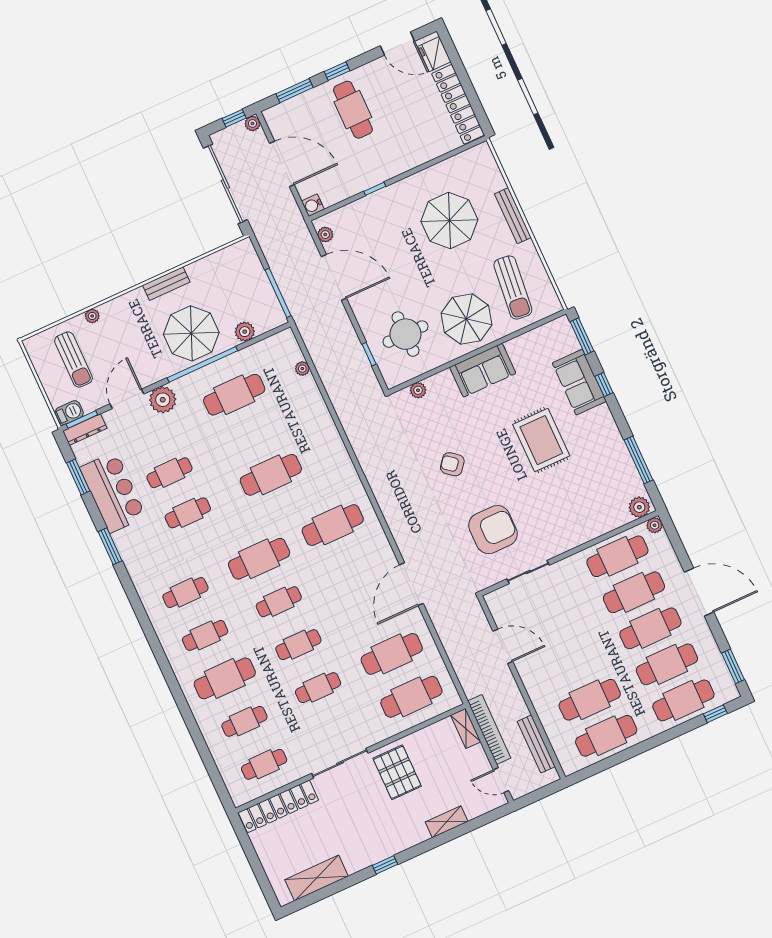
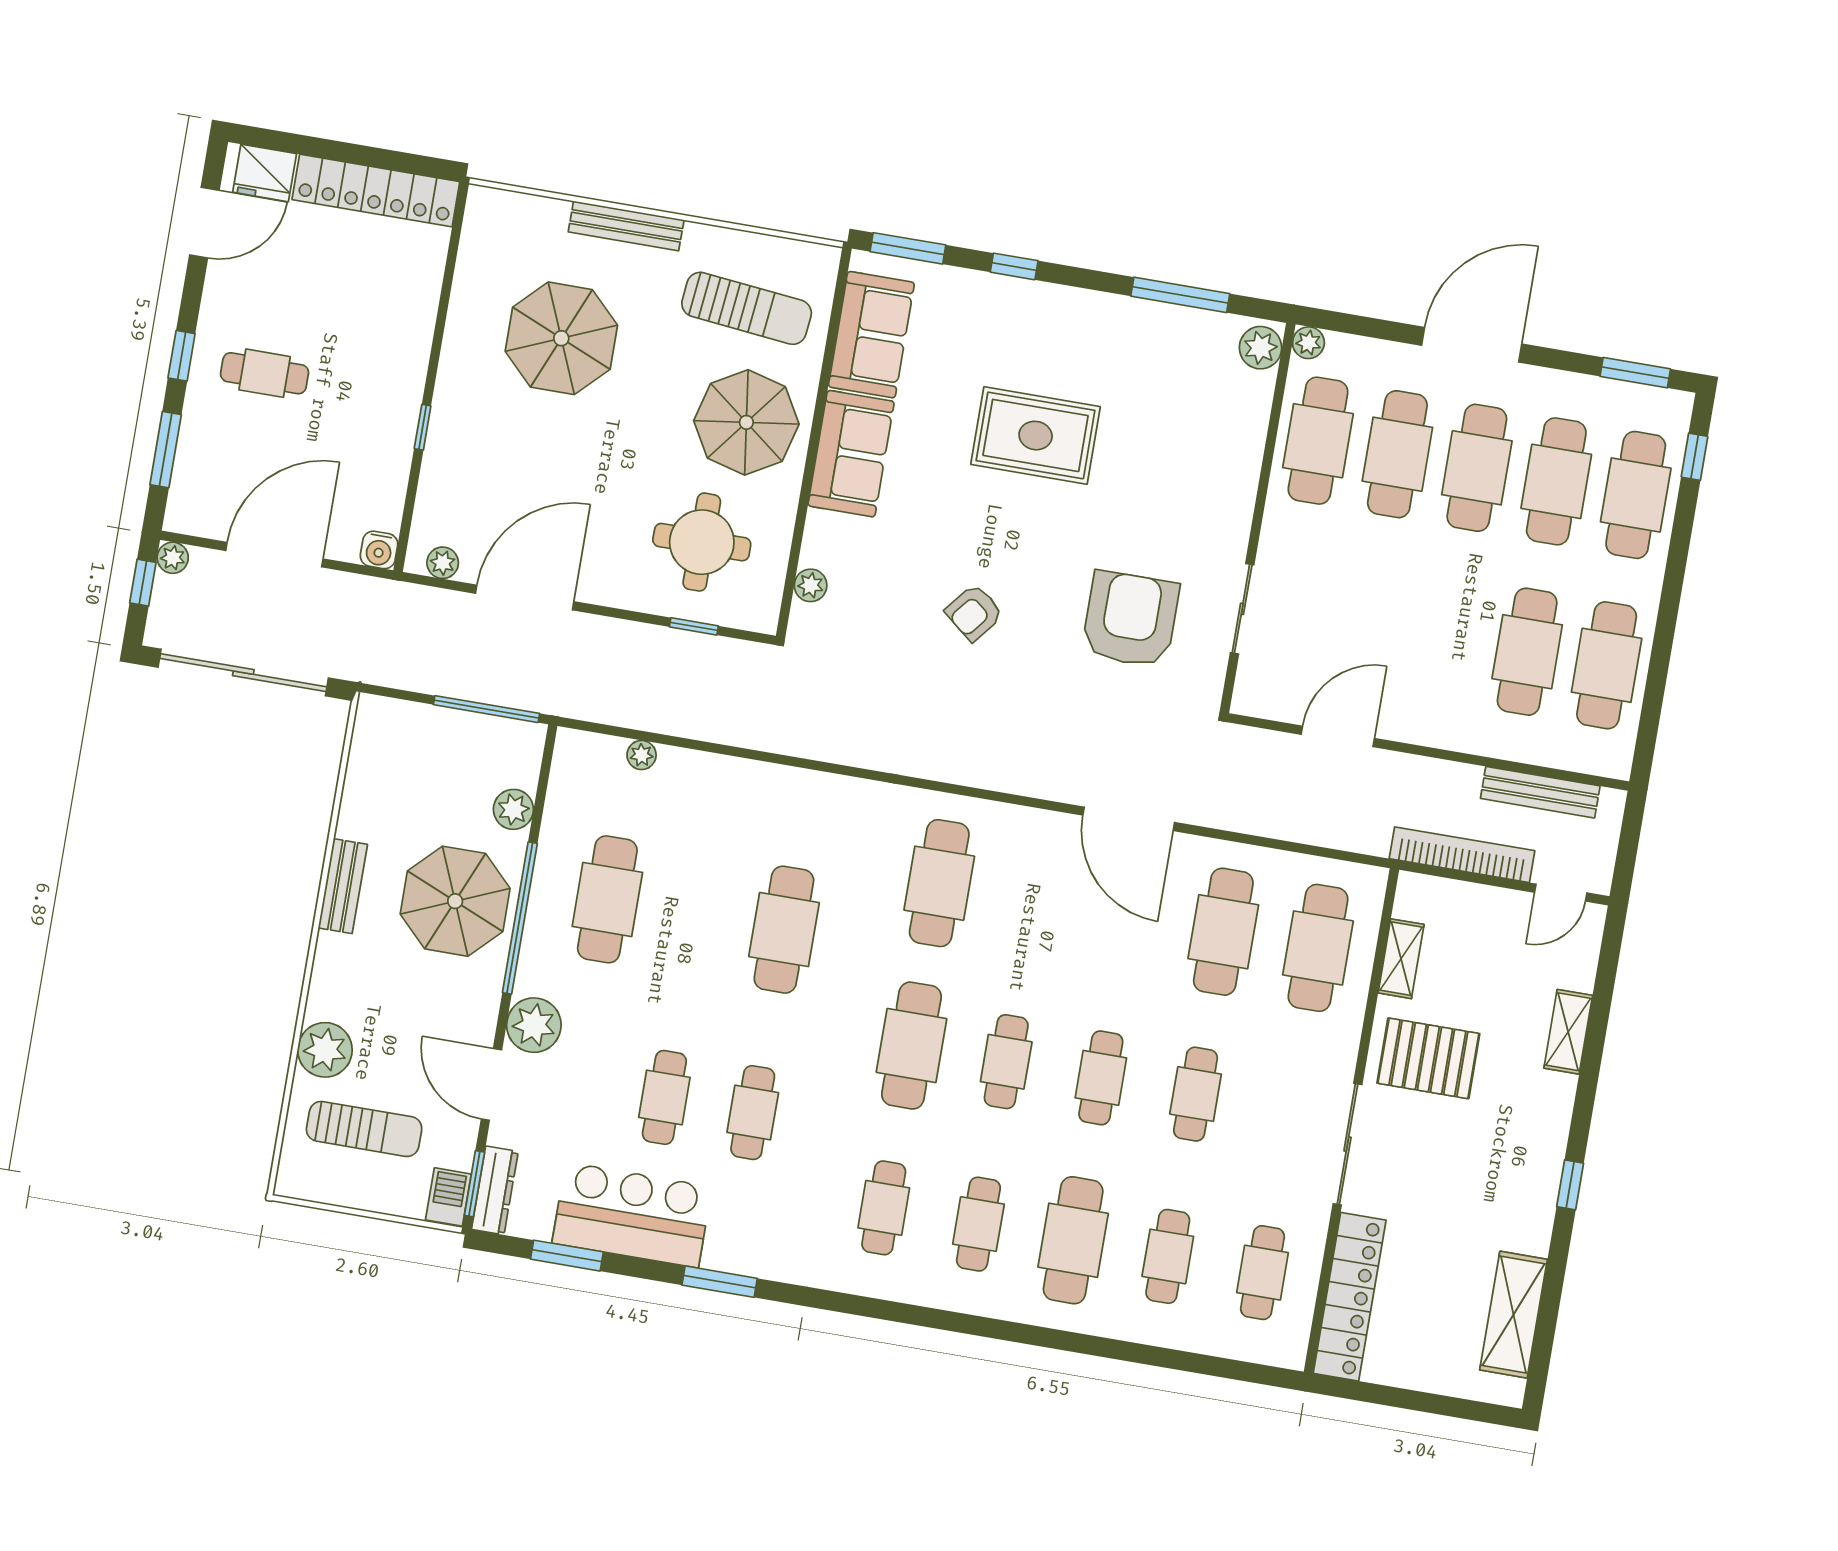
cafe table: (353, 110) -> (265, 373), width x0.73, depth x0.74
plant: (92, 316) -> (325, 1050), width x1.88, depth x1.88
sofa: (579, 382) -> (871, 335), moved, turned -90
shelving: (466, 728) -> (1401, 959), moved, turned 90

